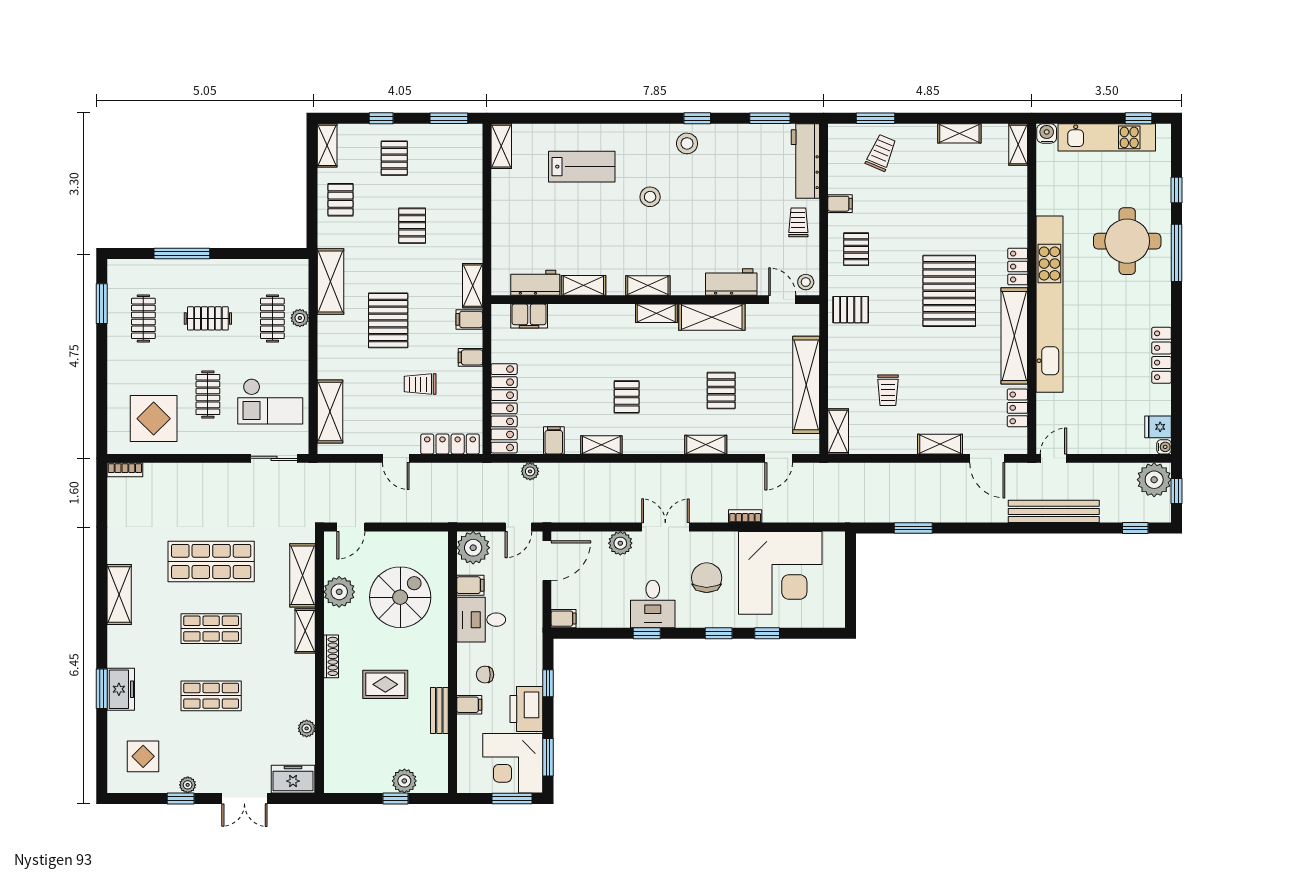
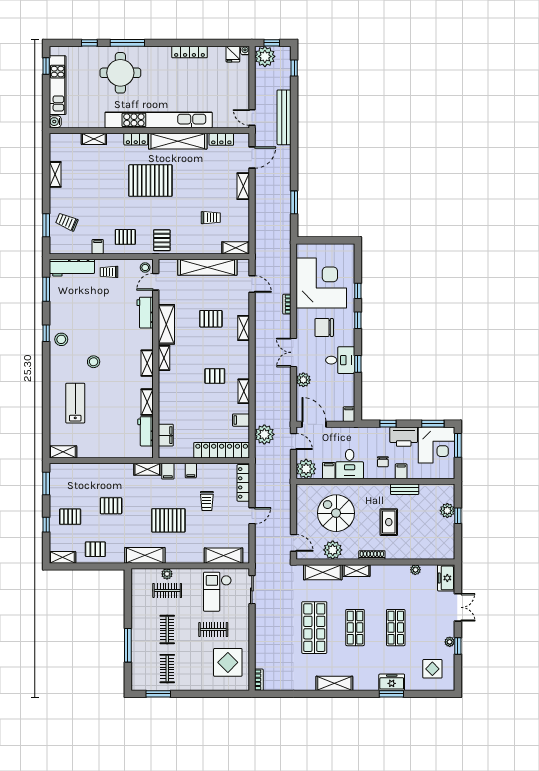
shelving: (1018, 144) -> (94, 139), moved
clothes rail: (143, 318) -> (167, 669), turned 90
checkout: (270, 401) -> (217, 592), turned 180
plant: (530, 471) -> (264, 434), width x1.88, depth x1.88

